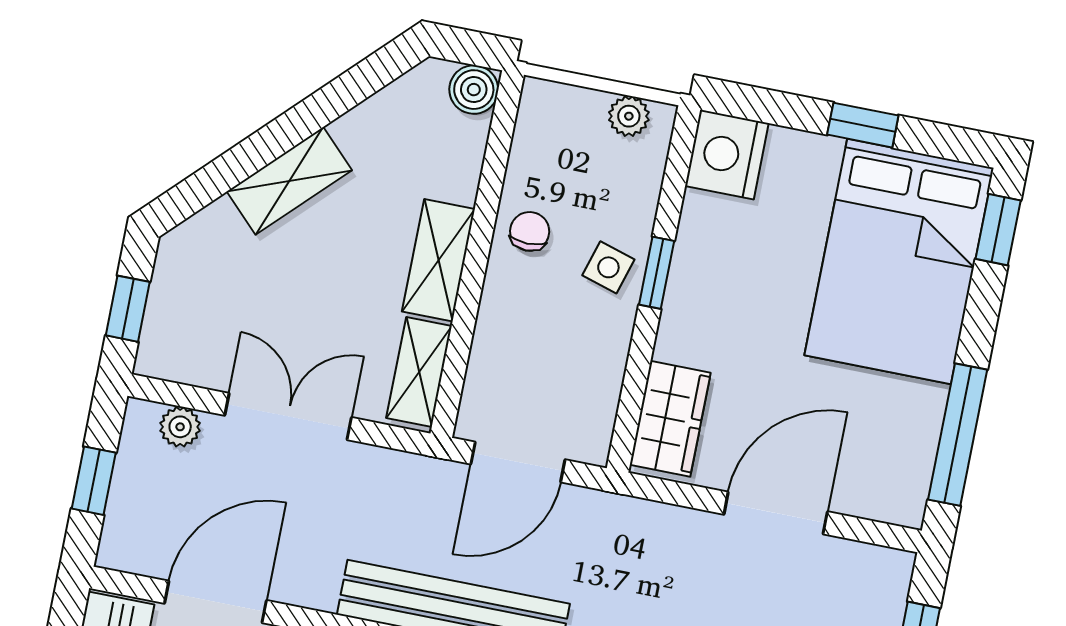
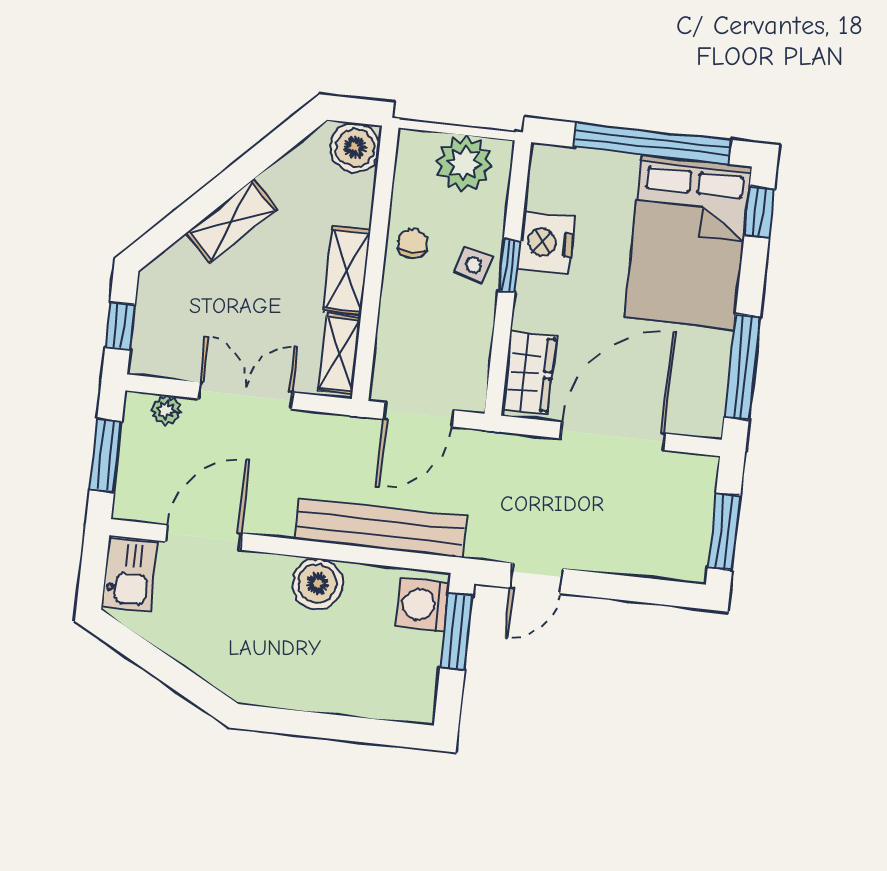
boiler: (474, 90) -> (355, 148), width x1.36, depth x1.36
plant: (629, 116) -> (464, 163), width x1.88, depth x1.88
window: (863, 125) -> (652, 143), width x3.17
nightstand: (727, 155) -> (546, 243), moved
window: (94, 481) -> (106, 455), width x1.50
door: (776, 513) -> (613, 436), width x1.36

